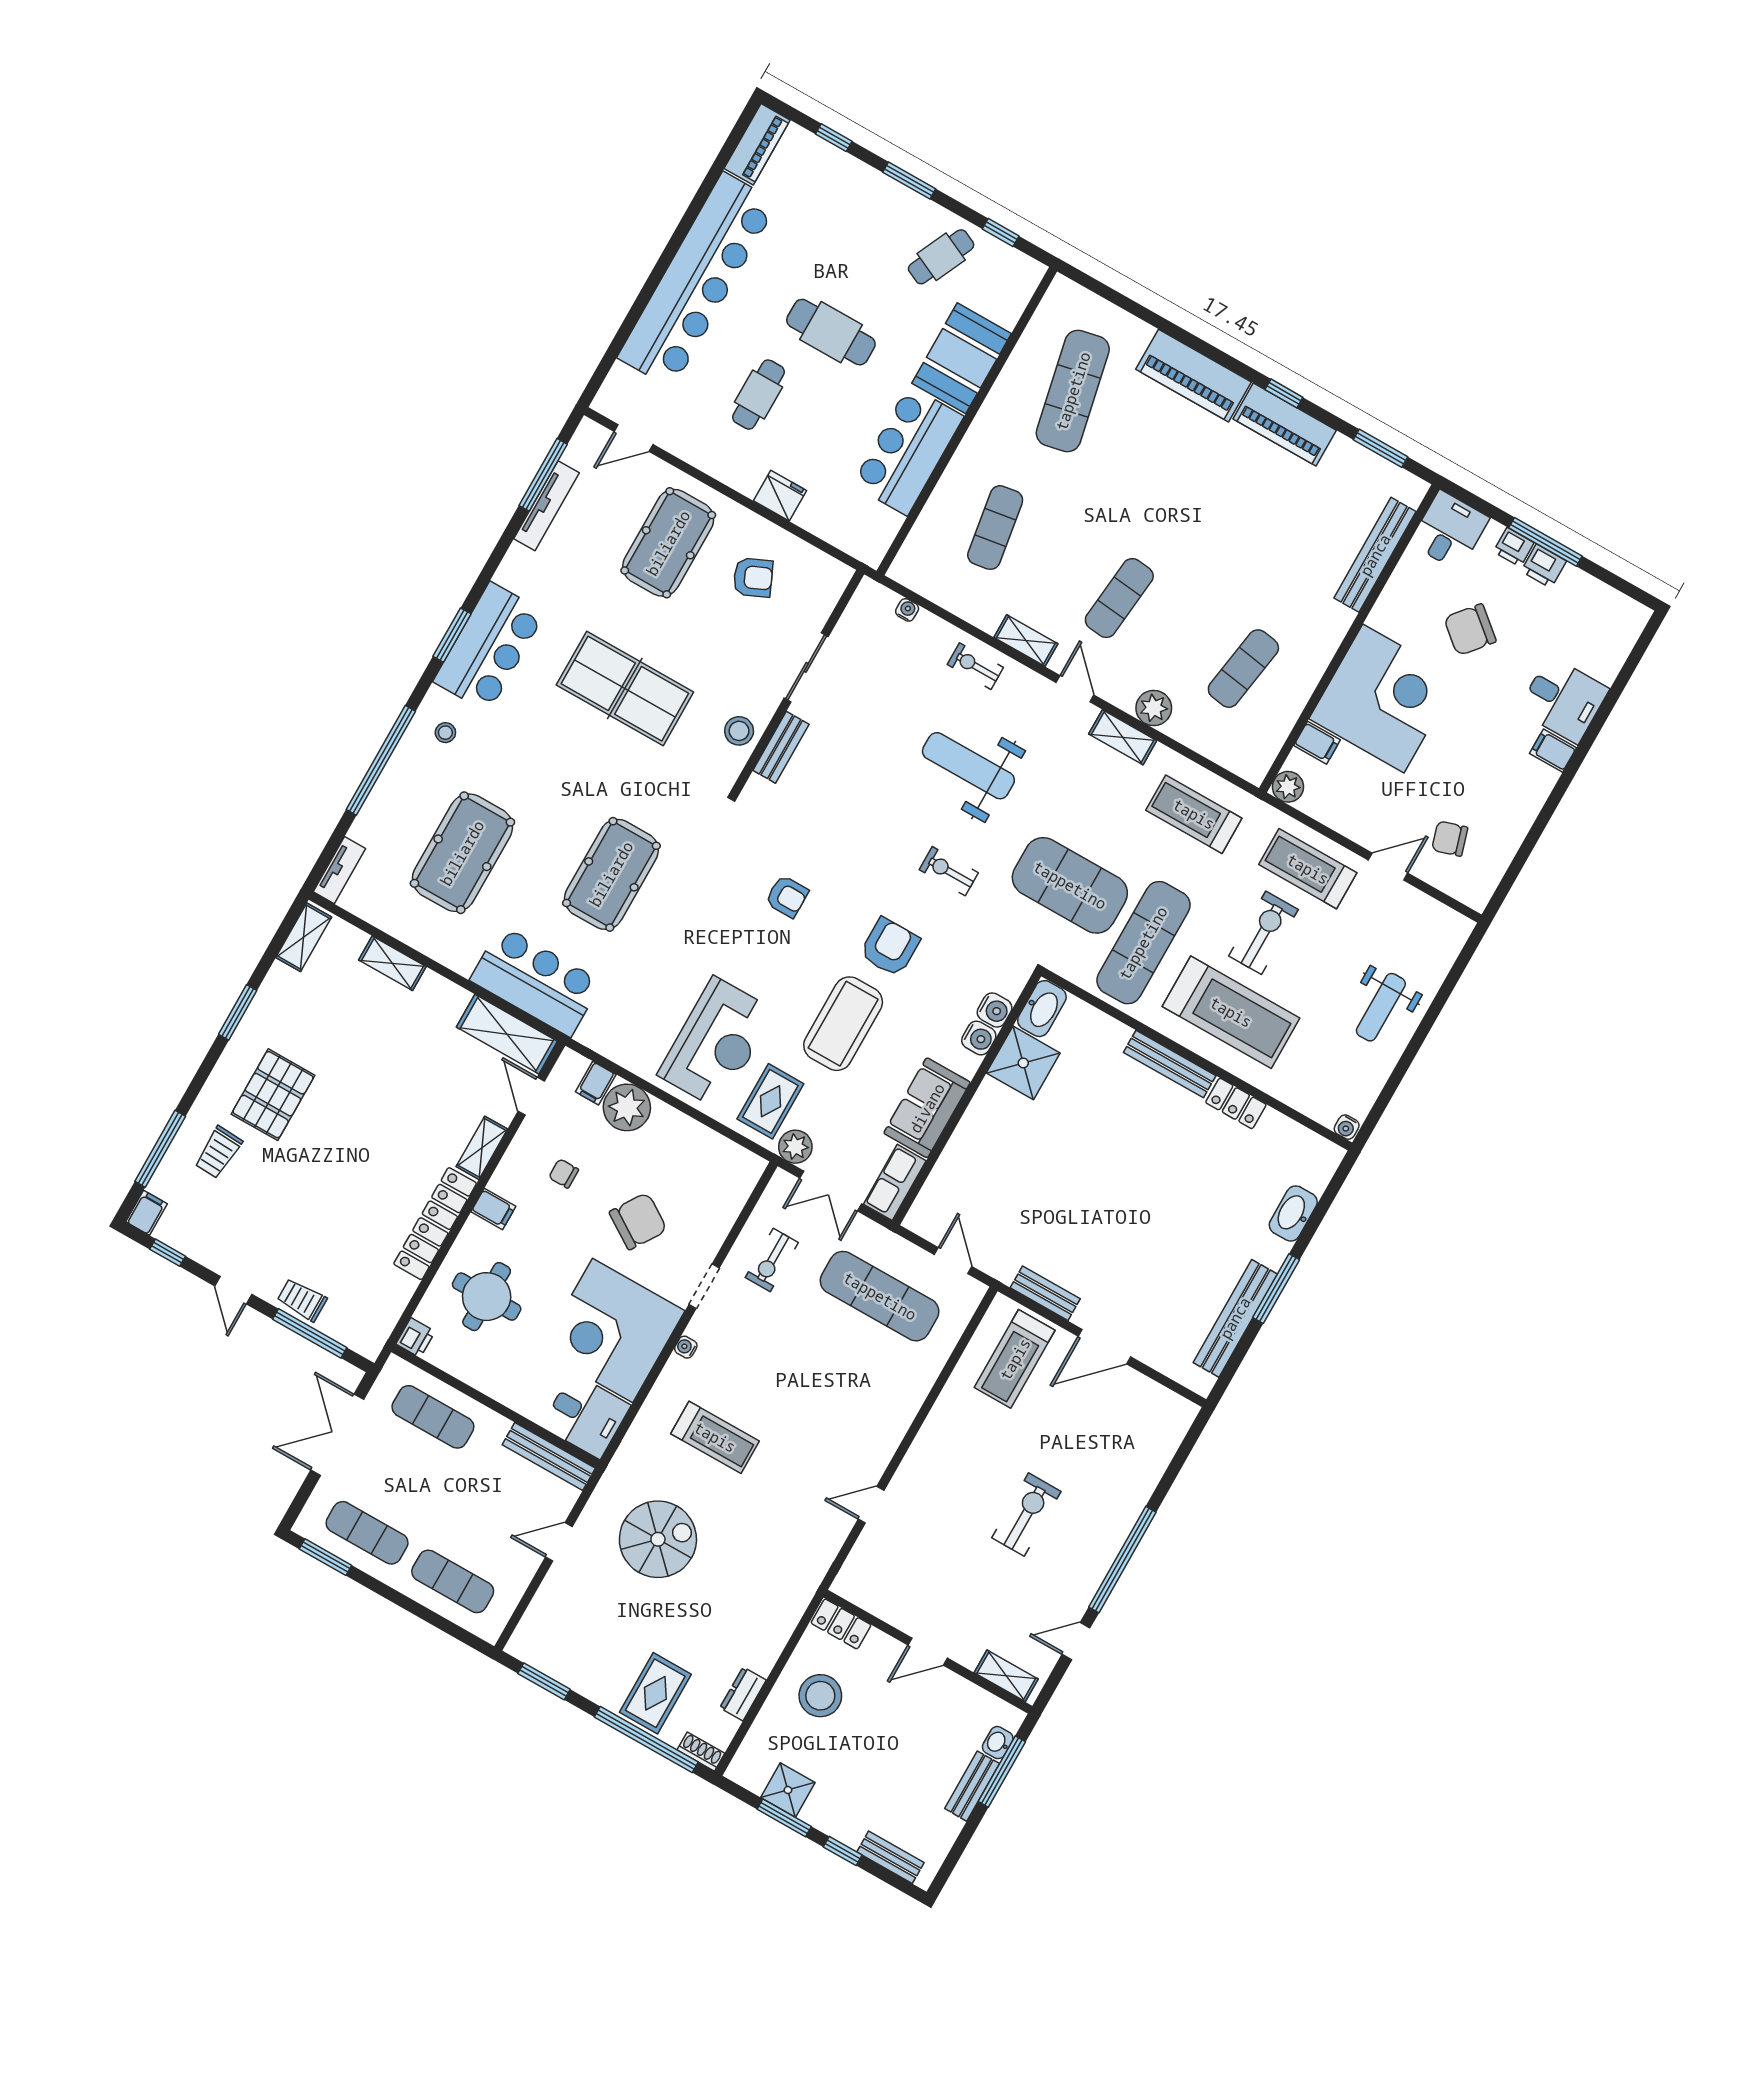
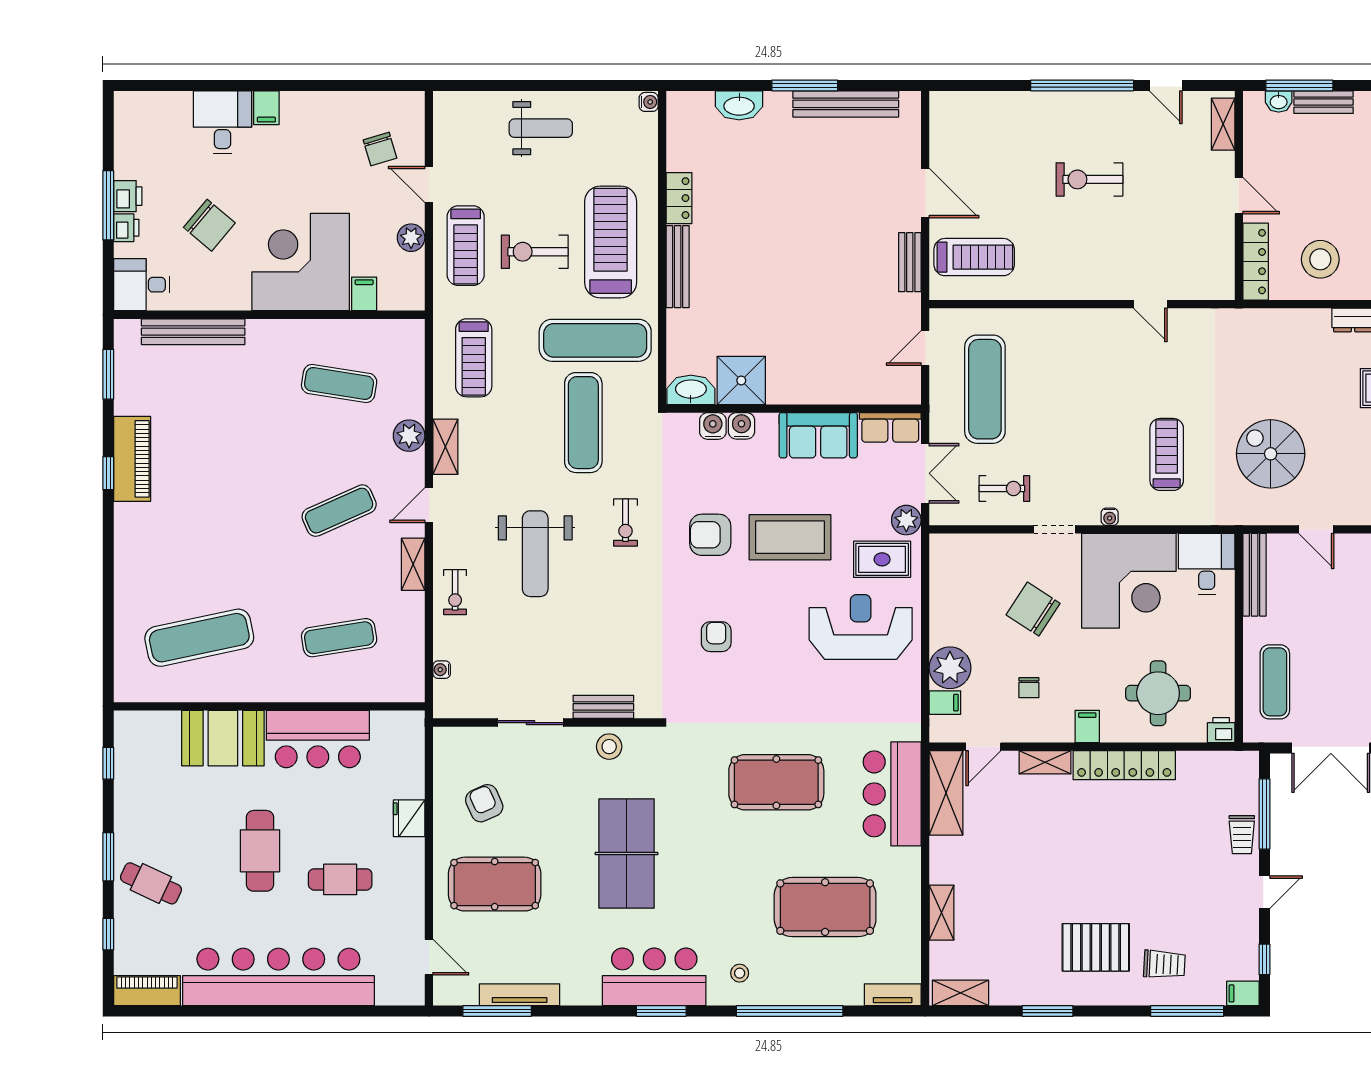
cafe table: (941, 257) -> (151, 883), moved
piano: (1194, 376) -> (134, 551), removed
exercise mat: (1119, 598) -> (339, 511), turned -30
plant: (1288, 787) -> (411, 238), moved
exercise mat: (1070, 885) -> (583, 423), width x0.68
locker: (841, 1624) -> (1256, 262), width x1.53

